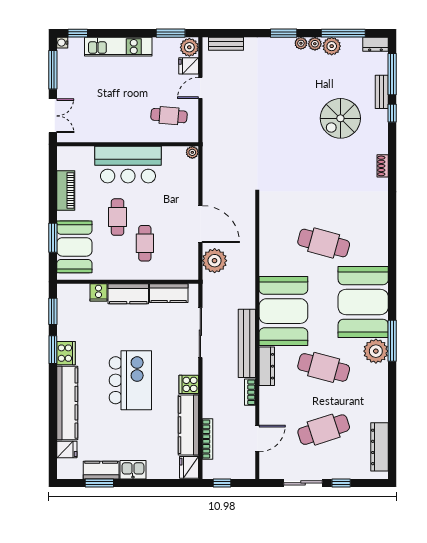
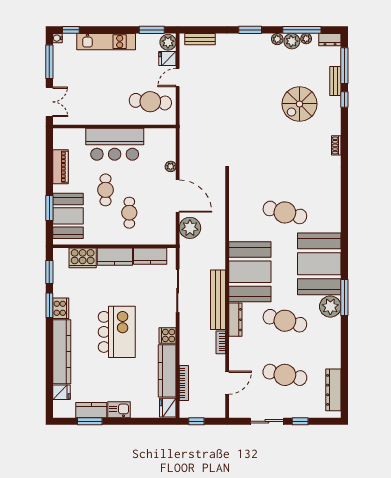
plant: (301, 43) -> (306, 39), moved
cafe table: (169, 116) -> (150, 102), width x1.37, depth x1.35
plant: (192, 152) -> (171, 166), moved
cooker: (98, 292) -> (83, 258), width x1.87, depth x1.31
cafe table: (324, 430) -> (285, 375), turned 30

